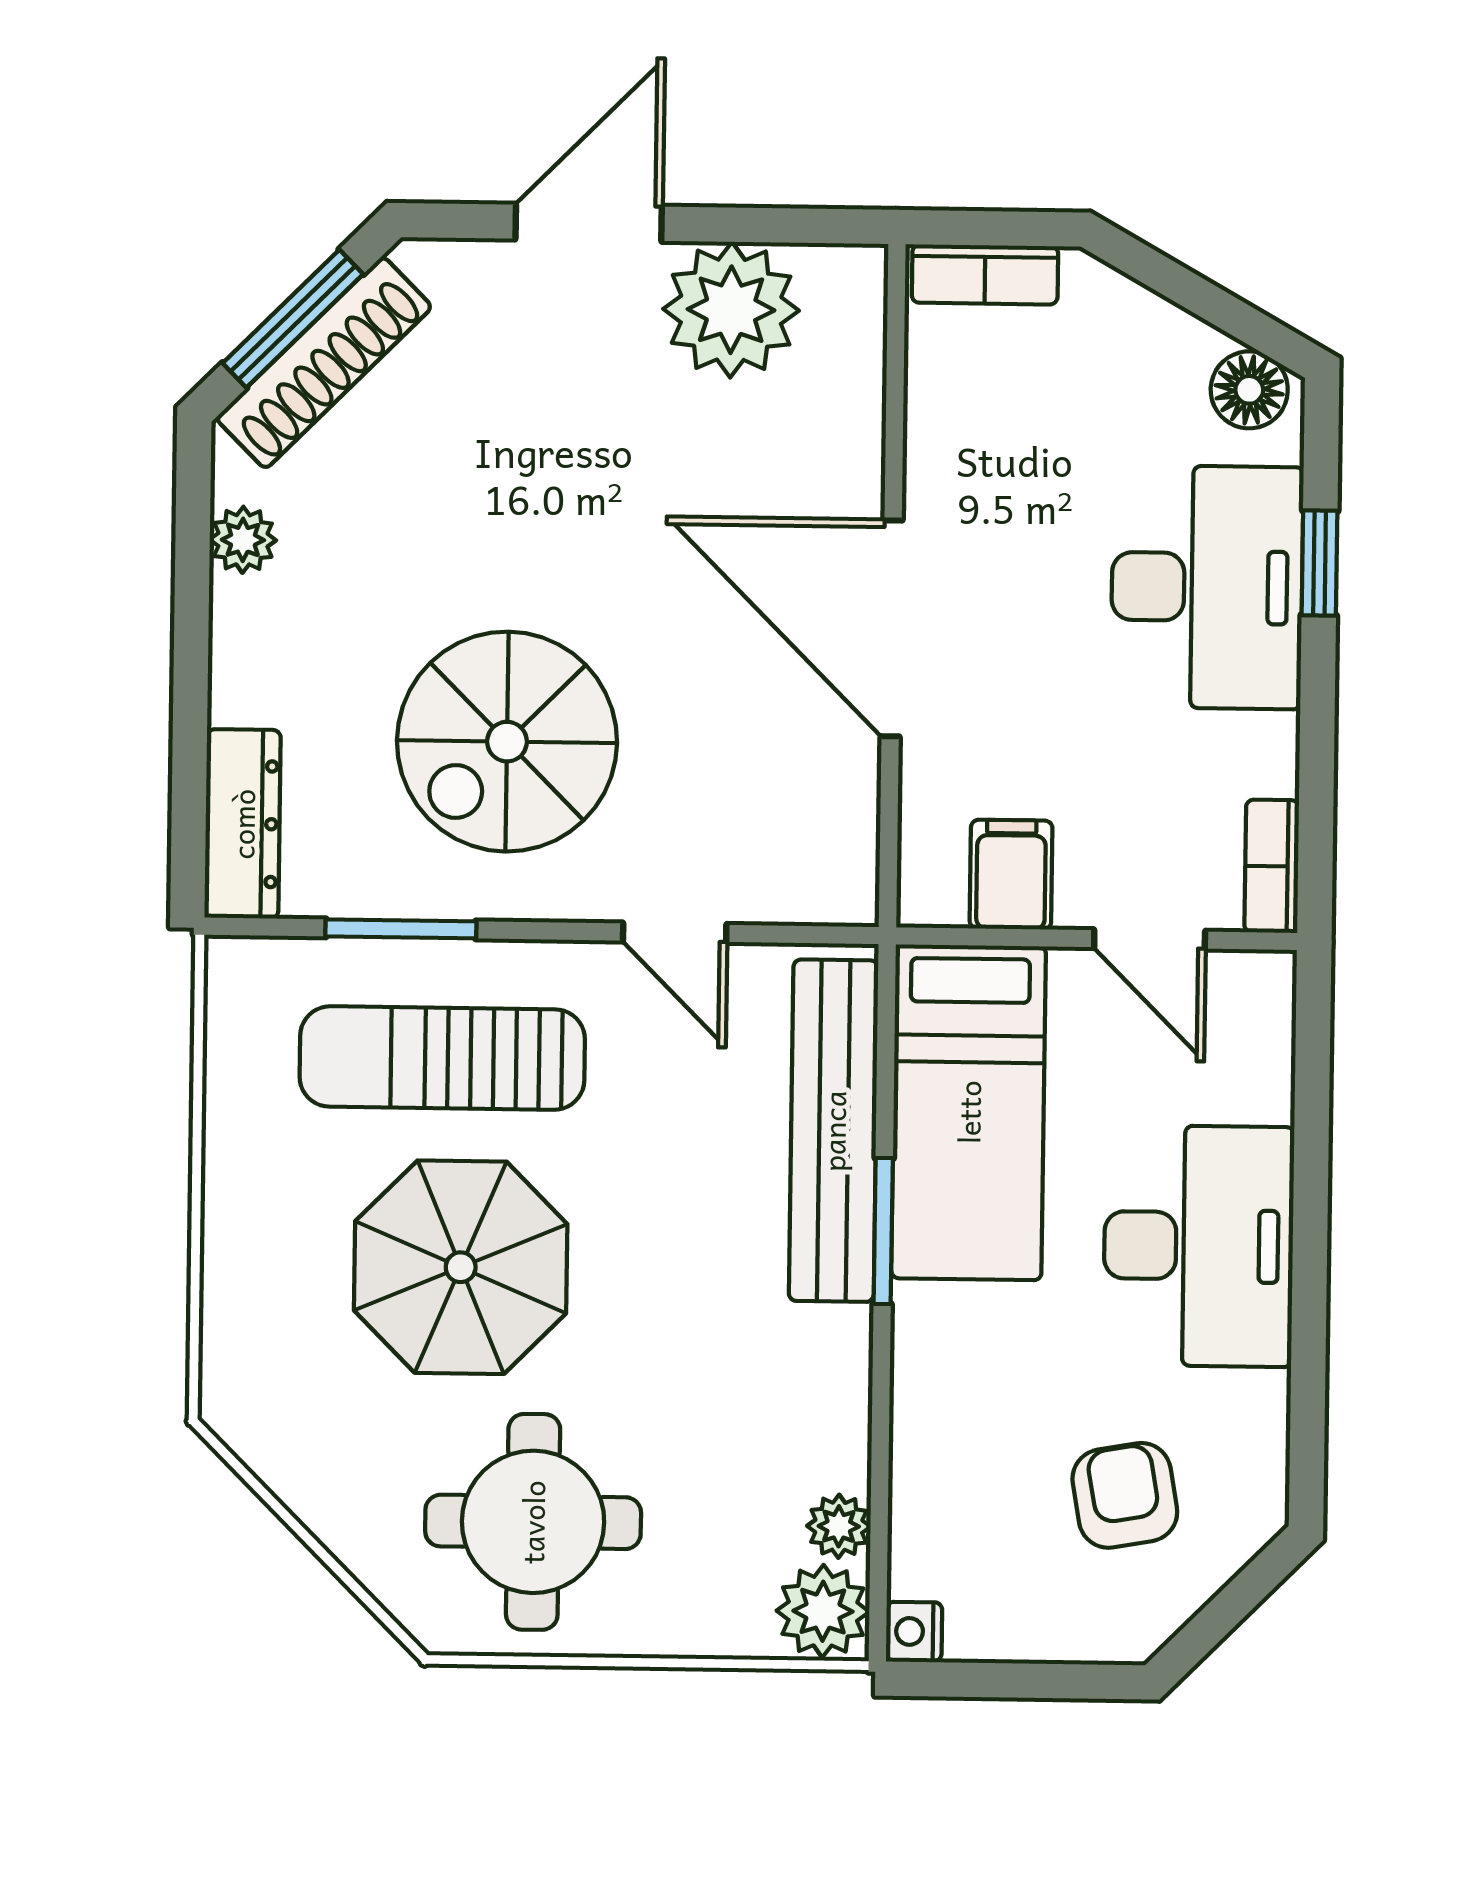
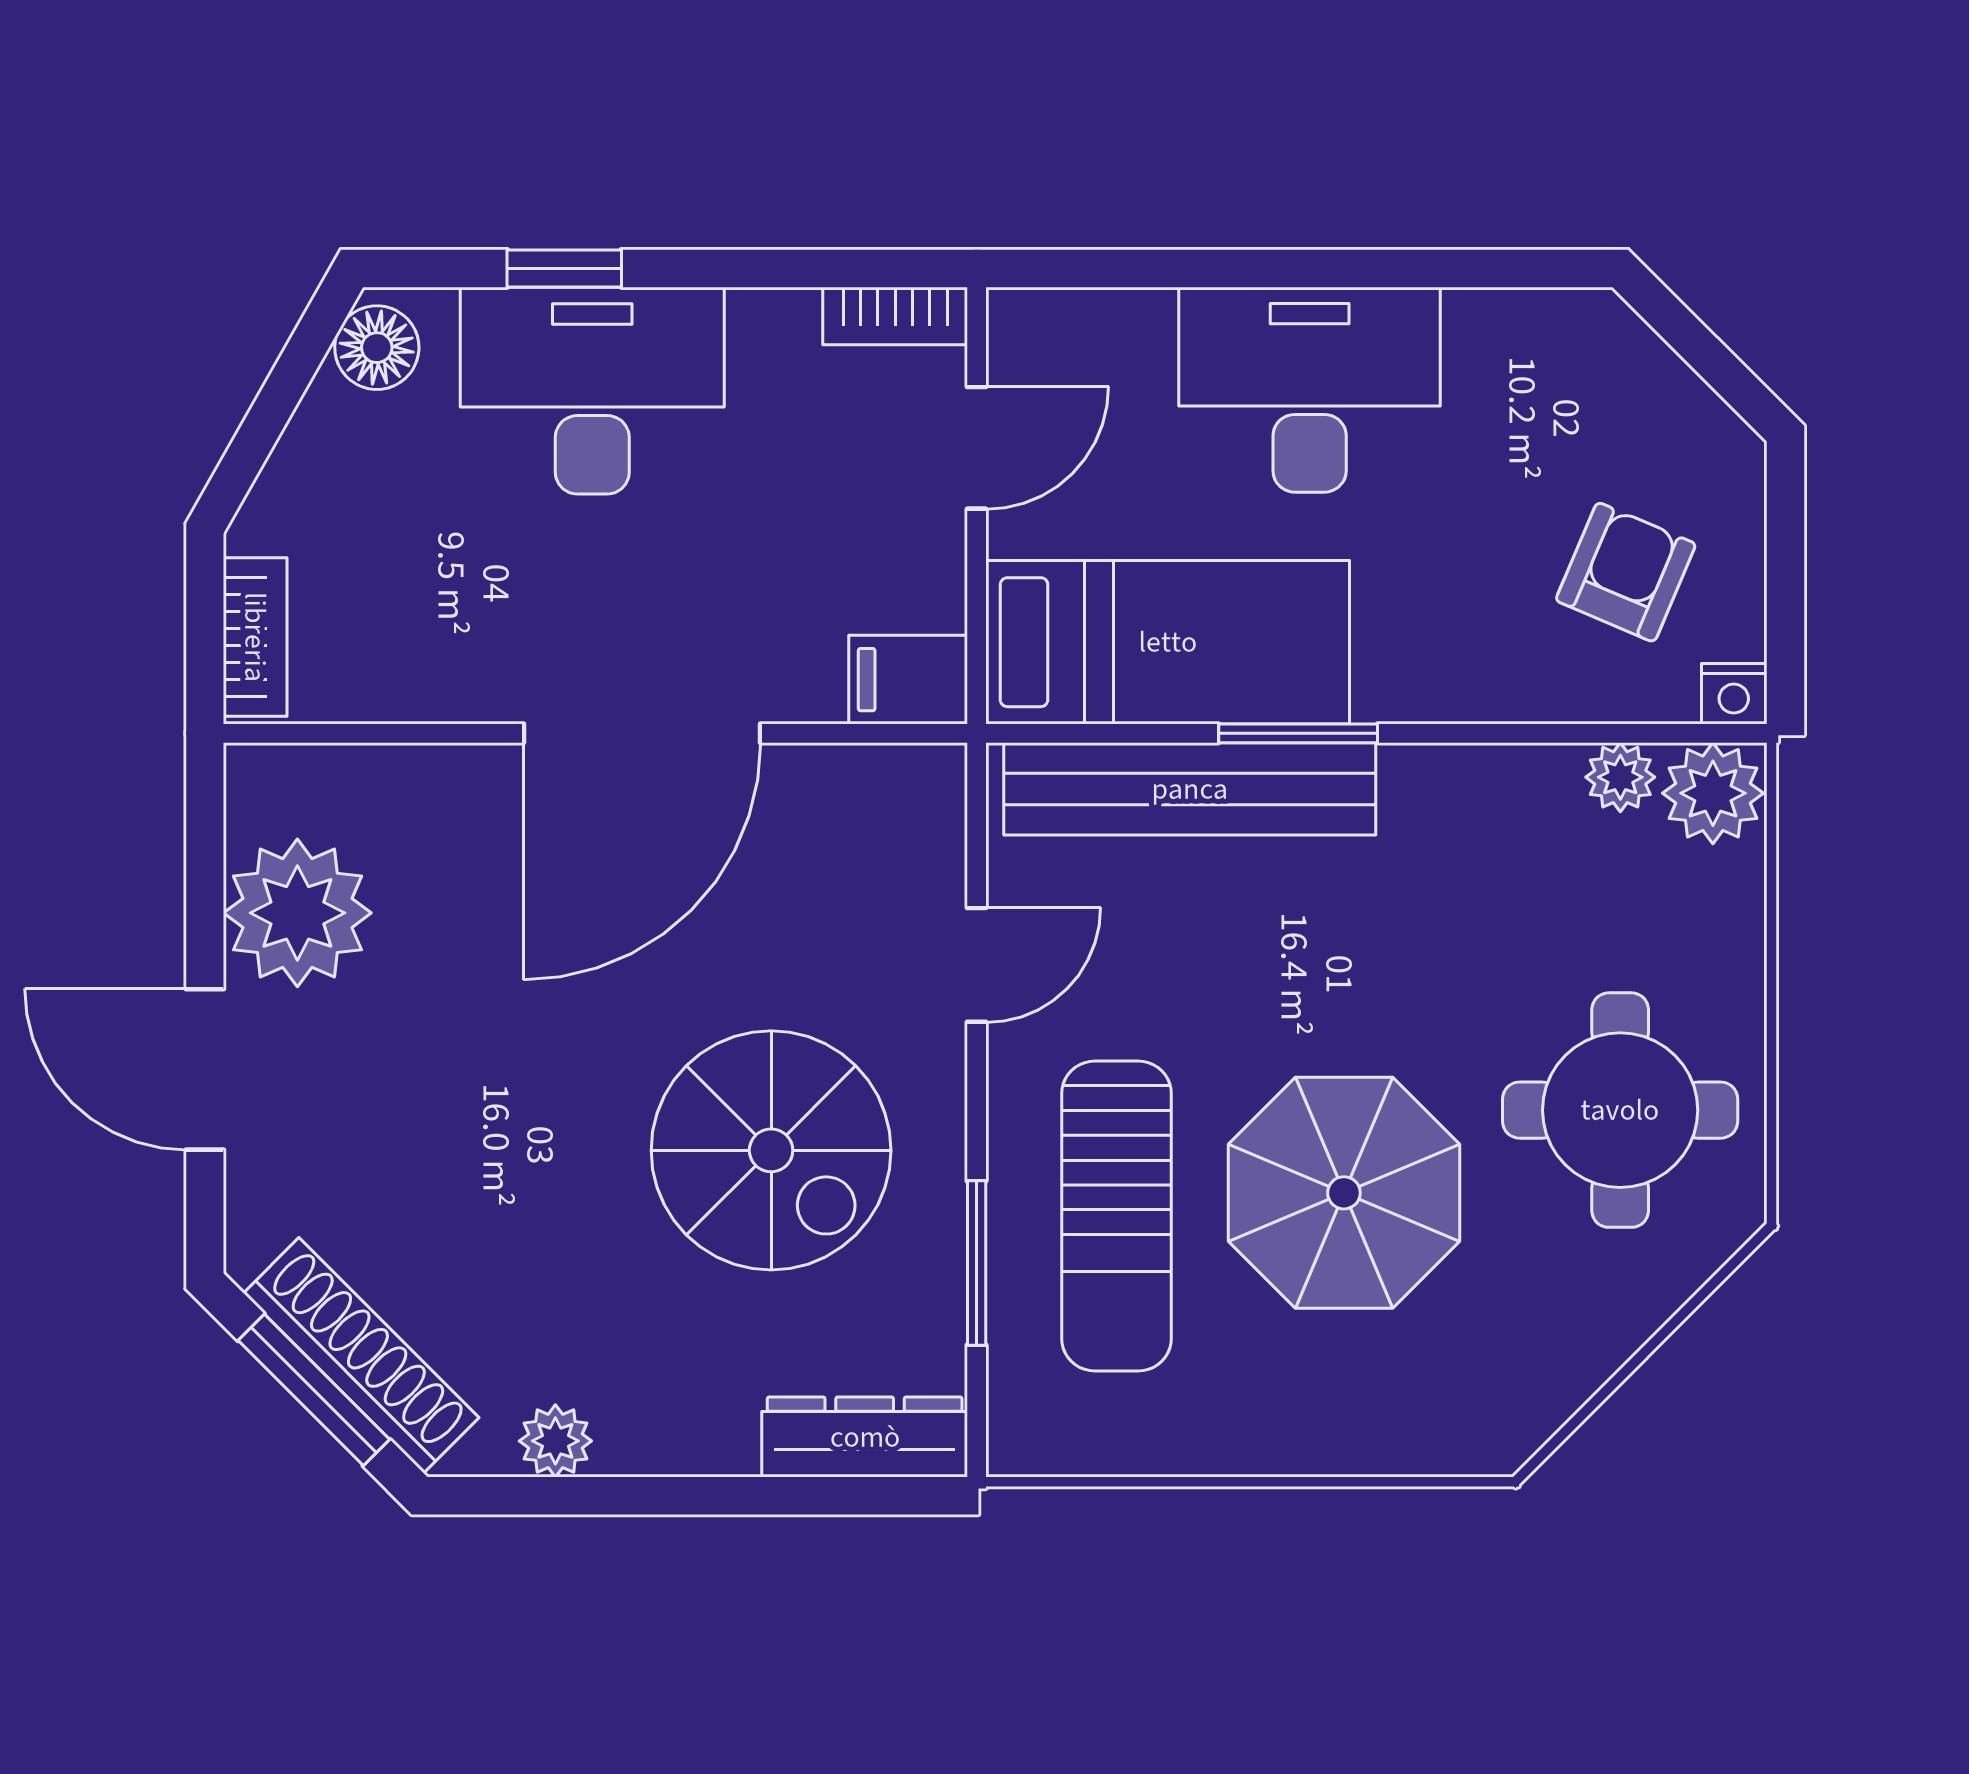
filing cabinet: (1011, 875) -> (908, 680), moved
armchair: (1125, 1495) -> (1626, 572), moved, turned 123

